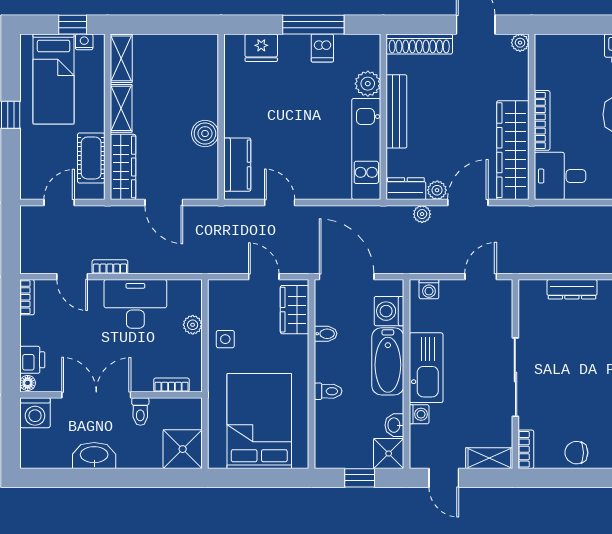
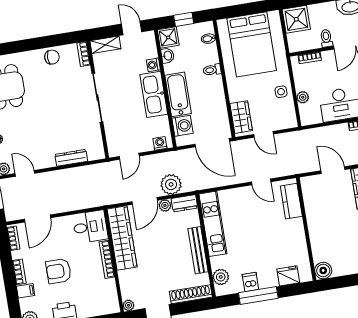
plant: (368, 84) -> (221, 277), moved
boiler: (205, 134) -> (323, 271), moved
plant: (422, 214) -> (171, 184), width x1.87, depth x1.87
bidet: (326, 334) -> (209, 39), moved

